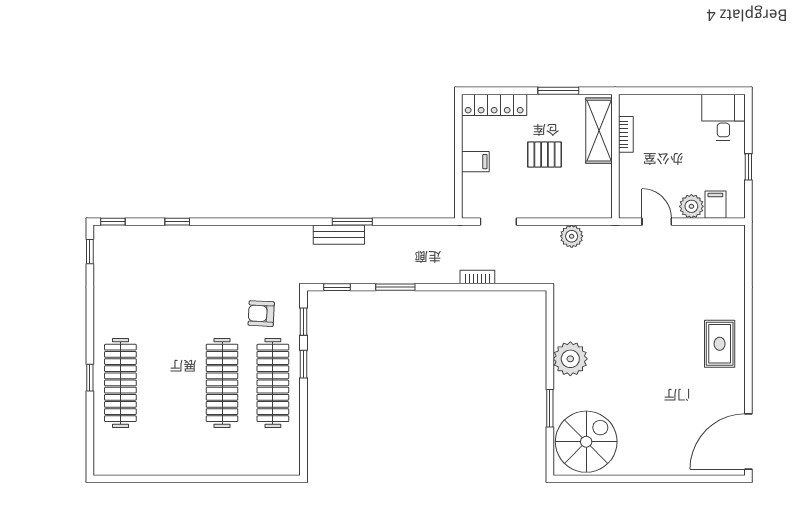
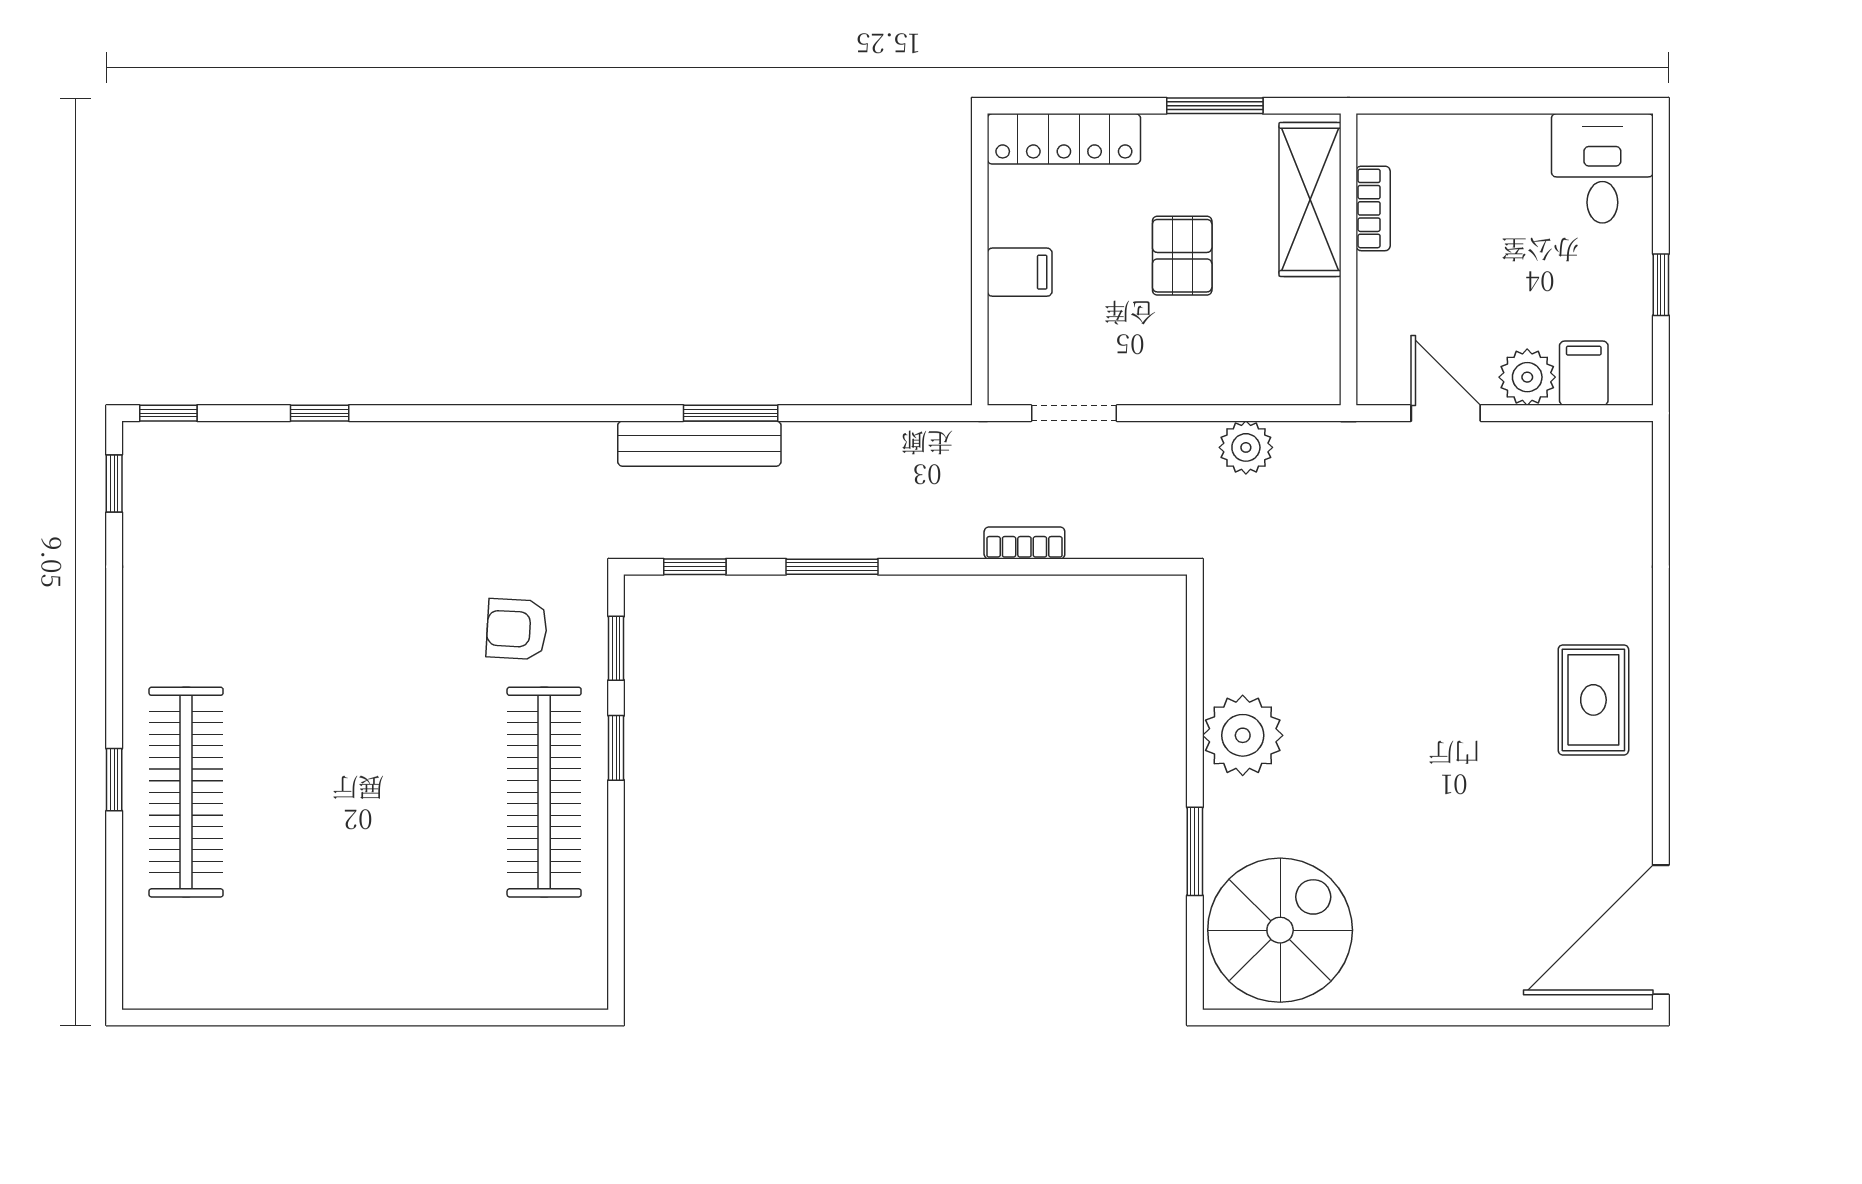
pallet: (544, 155) -> (1182, 256), turned 90
bench: (339, 235) -> (699, 444), width x1.36
clothes rail: (222, 383) -> (425, 792), removed

